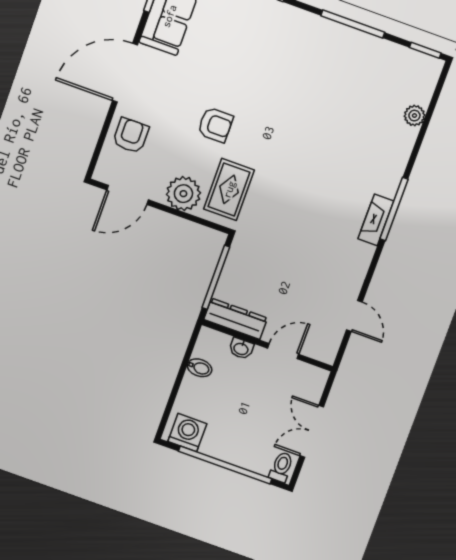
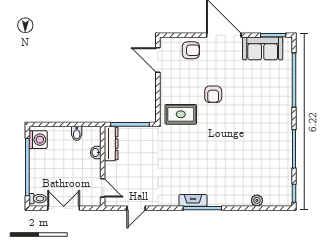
plant: (183, 194) -> (170, 90), removed
door: (283, 351) -> (103, 188), moved

